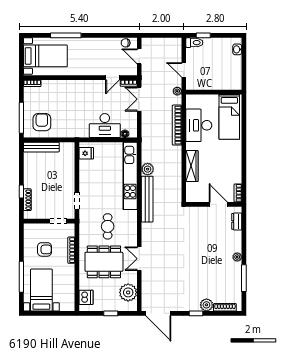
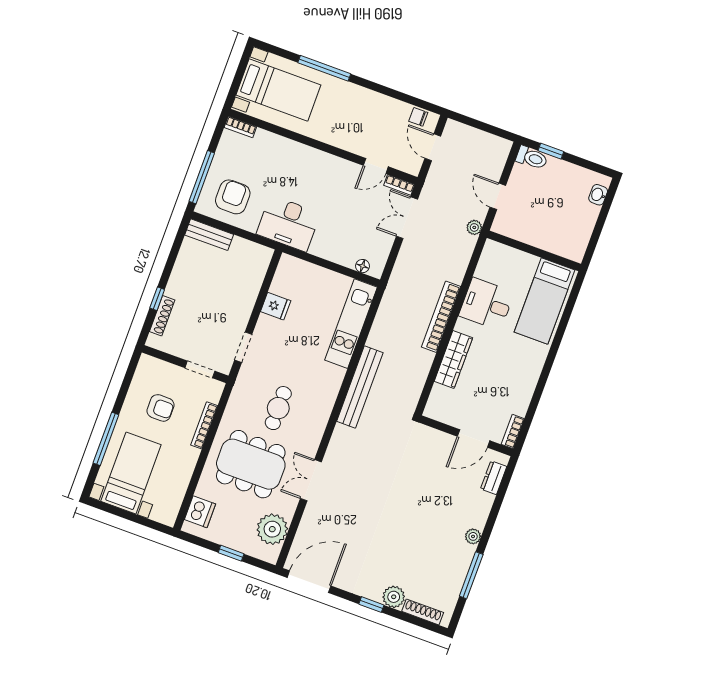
bookcase: (177, 125) -> (441, 317), moved
desk: (199, 125) -> (487, 304), width x0.73
desk: (105, 126) -> (288, 224), moved
bench: (41, 147) -> (209, 235), width x0.73
fridge: (86, 153) -> (276, 306), moved
plant: (148, 169) -> (378, 338), removed
kitchen unit: (130, 176) -> (351, 324), width x0.73
door: (218, 204) -> (474, 438), swing flipped
door: (158, 313) -> (309, 582), swing flipped

